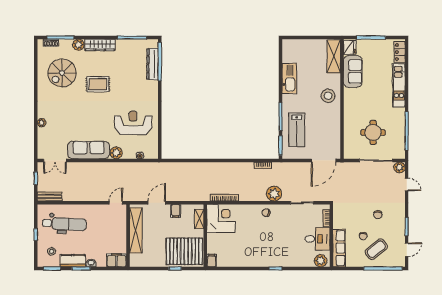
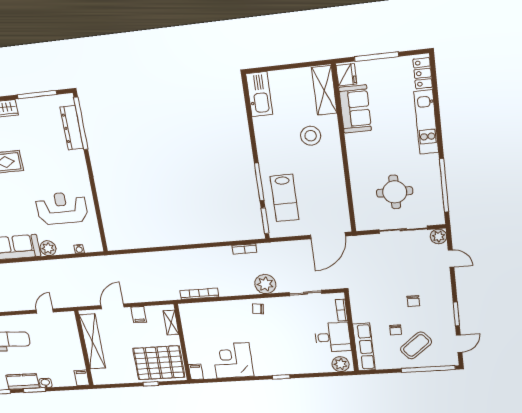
kitchen sink: (289, 78) -> (259, 94), moved
stool: (328, 96) -> (311, 136), moved
door: (116, 203) -> (45, 311), moved
corner desk: (221, 218) -> (233, 360), moved, turned -90
filing cabinet: (116, 260) -> (82, 378), width x0.50

